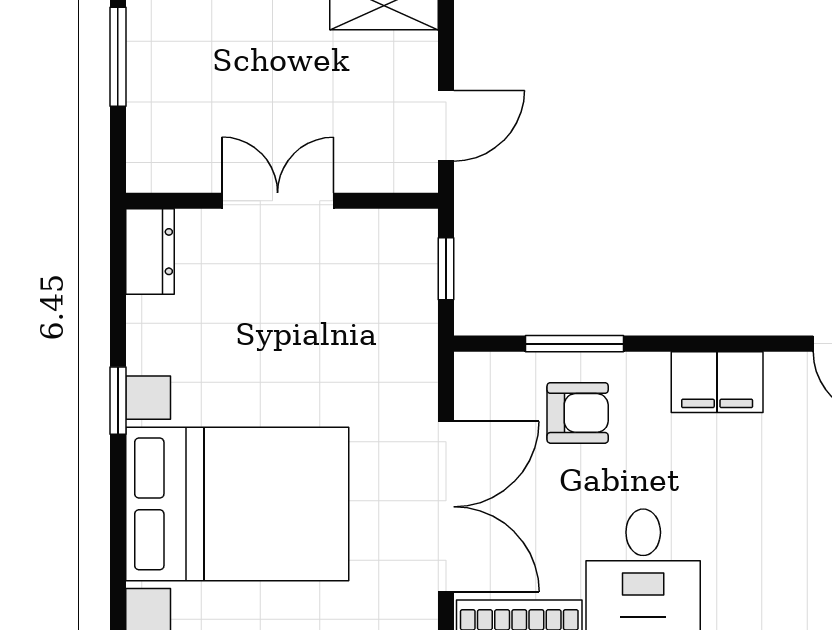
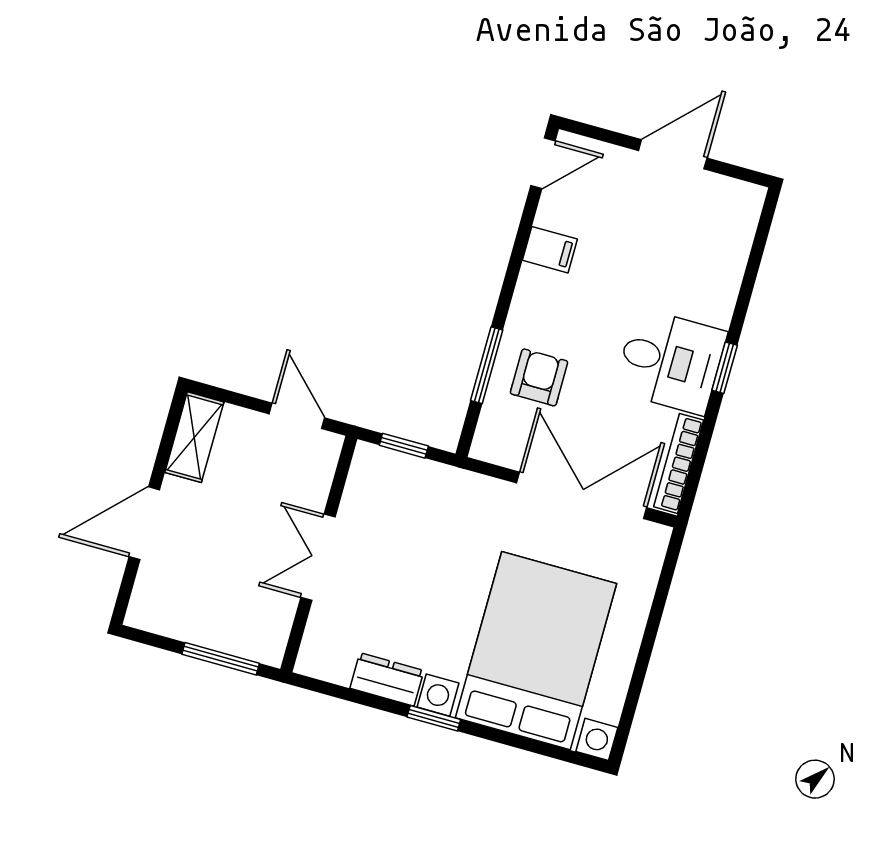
window: (118, 57) -> (221, 659), moved
dresser: (150, 252) -> (387, 679), moved
filing cabinet: (717, 382) -> (550, 250), width x0.50

